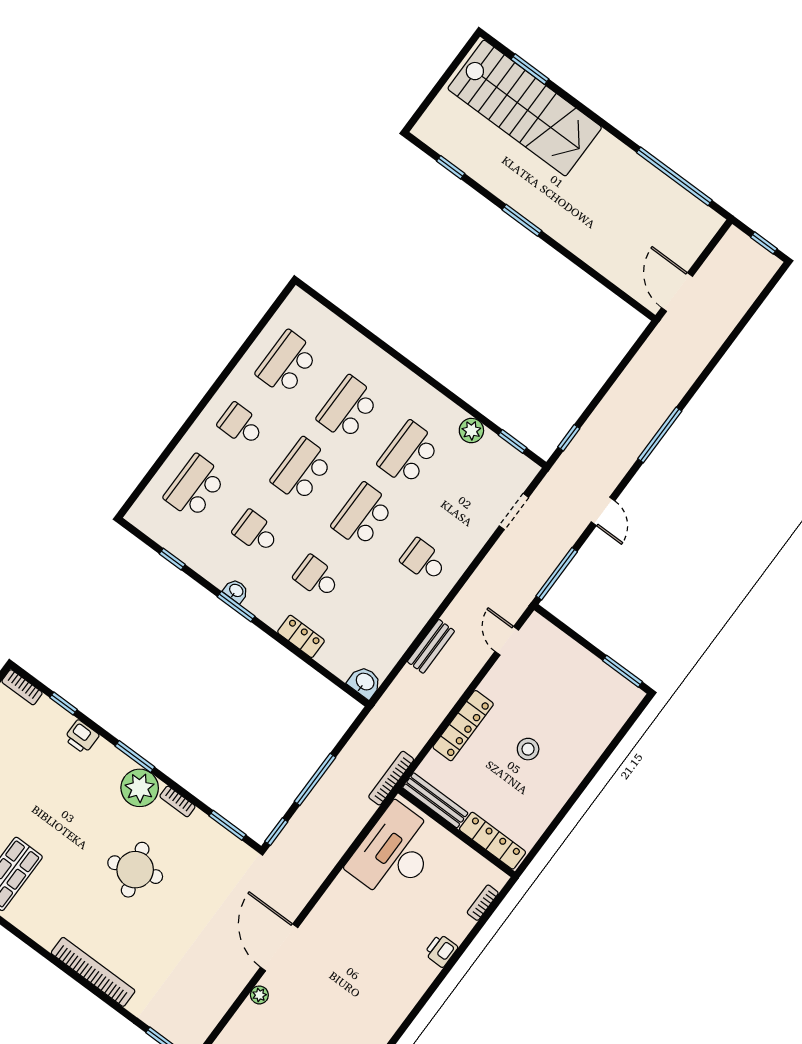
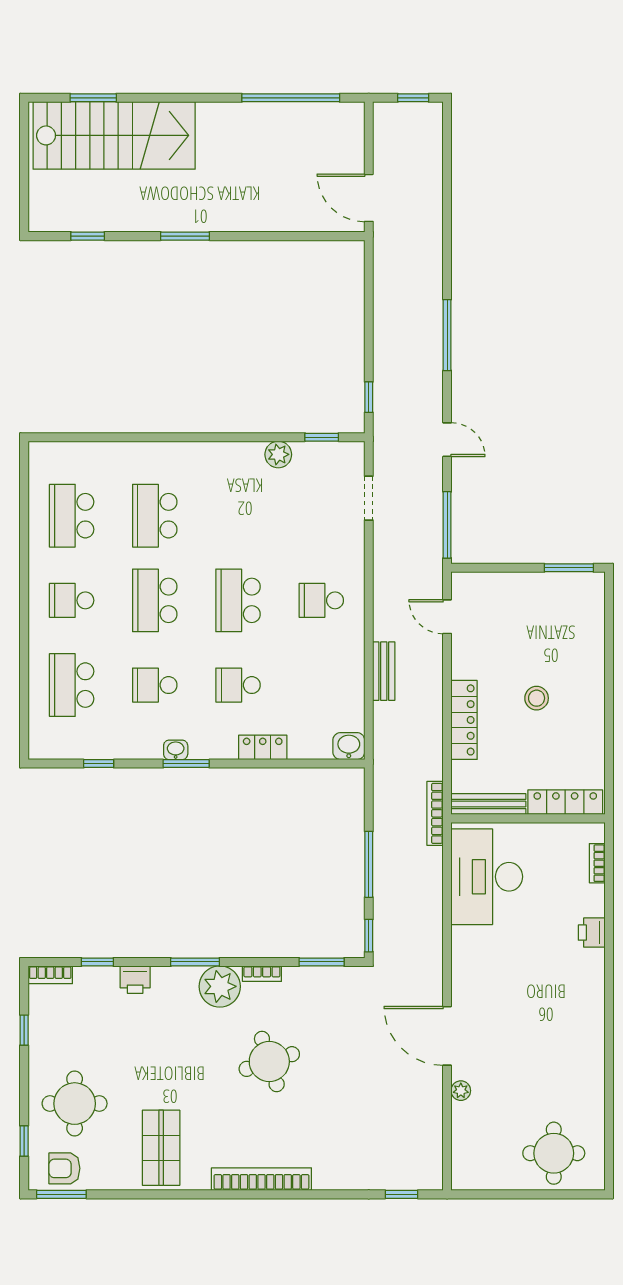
school desk: (409, 453) -> (238, 516), removed
bookcase: (93, 972) -> (261, 1179), moved

